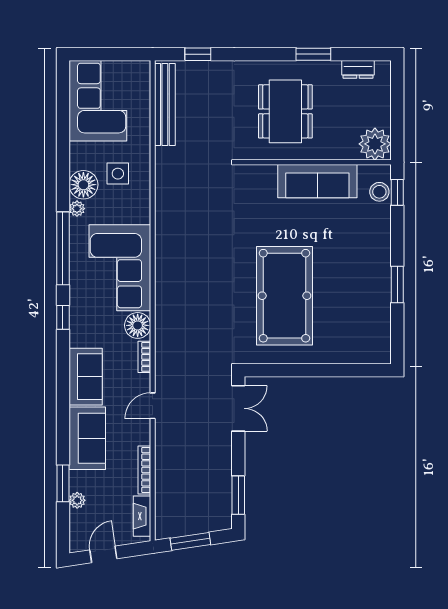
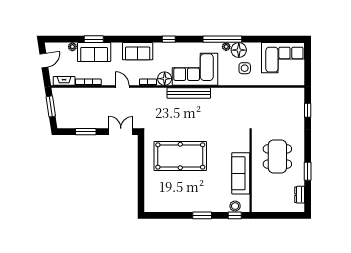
bench: (165, 105) -> (189, 93), moved
dining table: (285, 111) -> (277, 156), turned 90
plant: (375, 144) -> (260, 204), removed
window: (63, 248) -> (222, 39), moved
window: (397, 284) -> (202, 215), moved
double door: (238, 408) -> (121, 132), swing flipped
sofa: (87, 438) -> (94, 52), moved
window: (63, 483) -> (94, 39), moved
window: (238, 495) -> (86, 132), moved
door: (103, 554) -> (44, 61), hinge flipped

